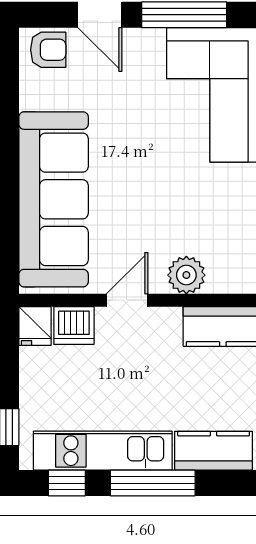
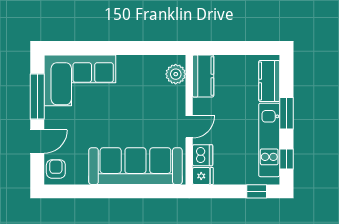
plant: (186, 275) -> (176, 74), moved
door: (127, 300) -> (189, 127), swing flipped
window: (153, 483) -> (286, 113), width x0.69

